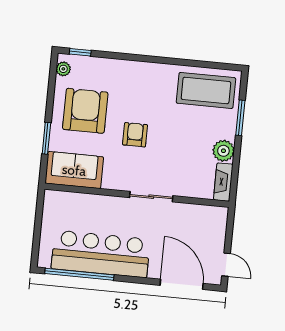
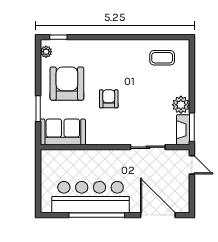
coffee table: (206, 90) -> (162, 58), width x0.54, depth x0.58
window: (240, 118) -> (192, 127), moved
sliding door: (151, 197) -> (148, 147), moved
door: (226, 265) -> (192, 165), moved
window: (79, 274) -> (97, 215), moved

